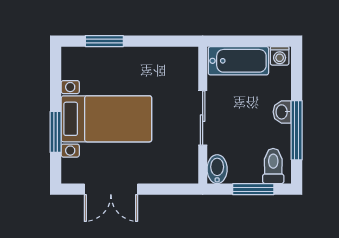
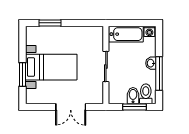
bidet: (217, 169) -> (133, 96), moved
double door: (111, 189) -> (71, 107), moved

